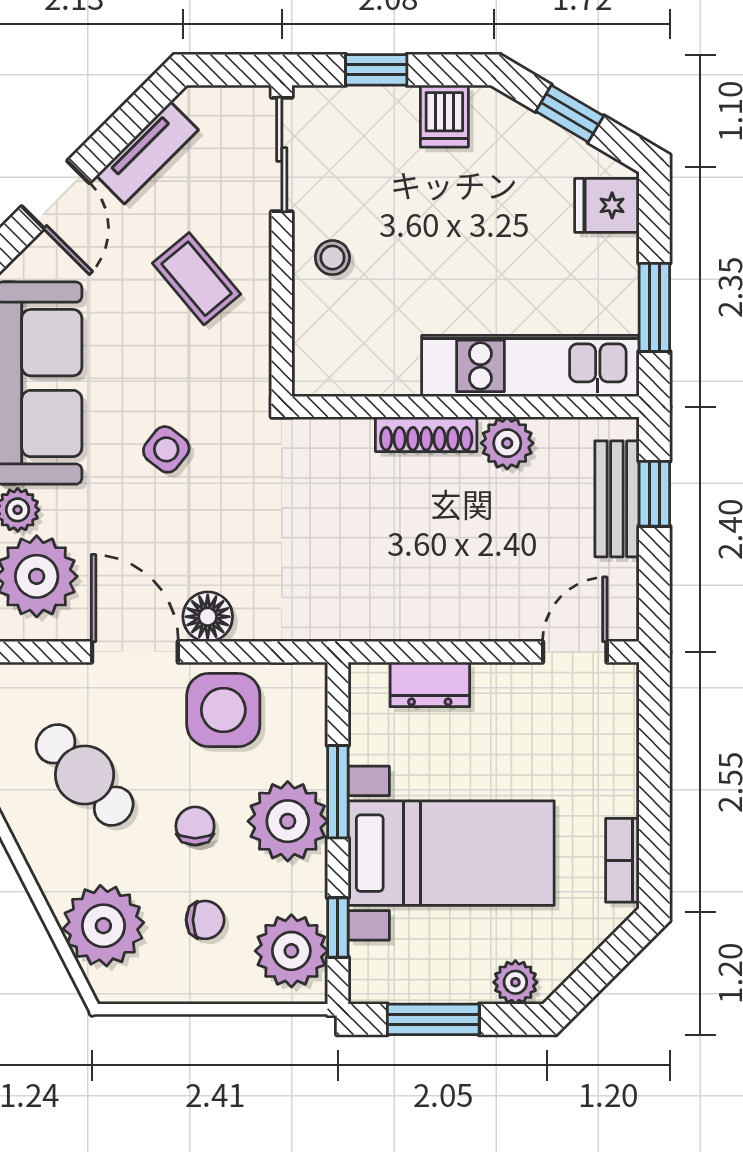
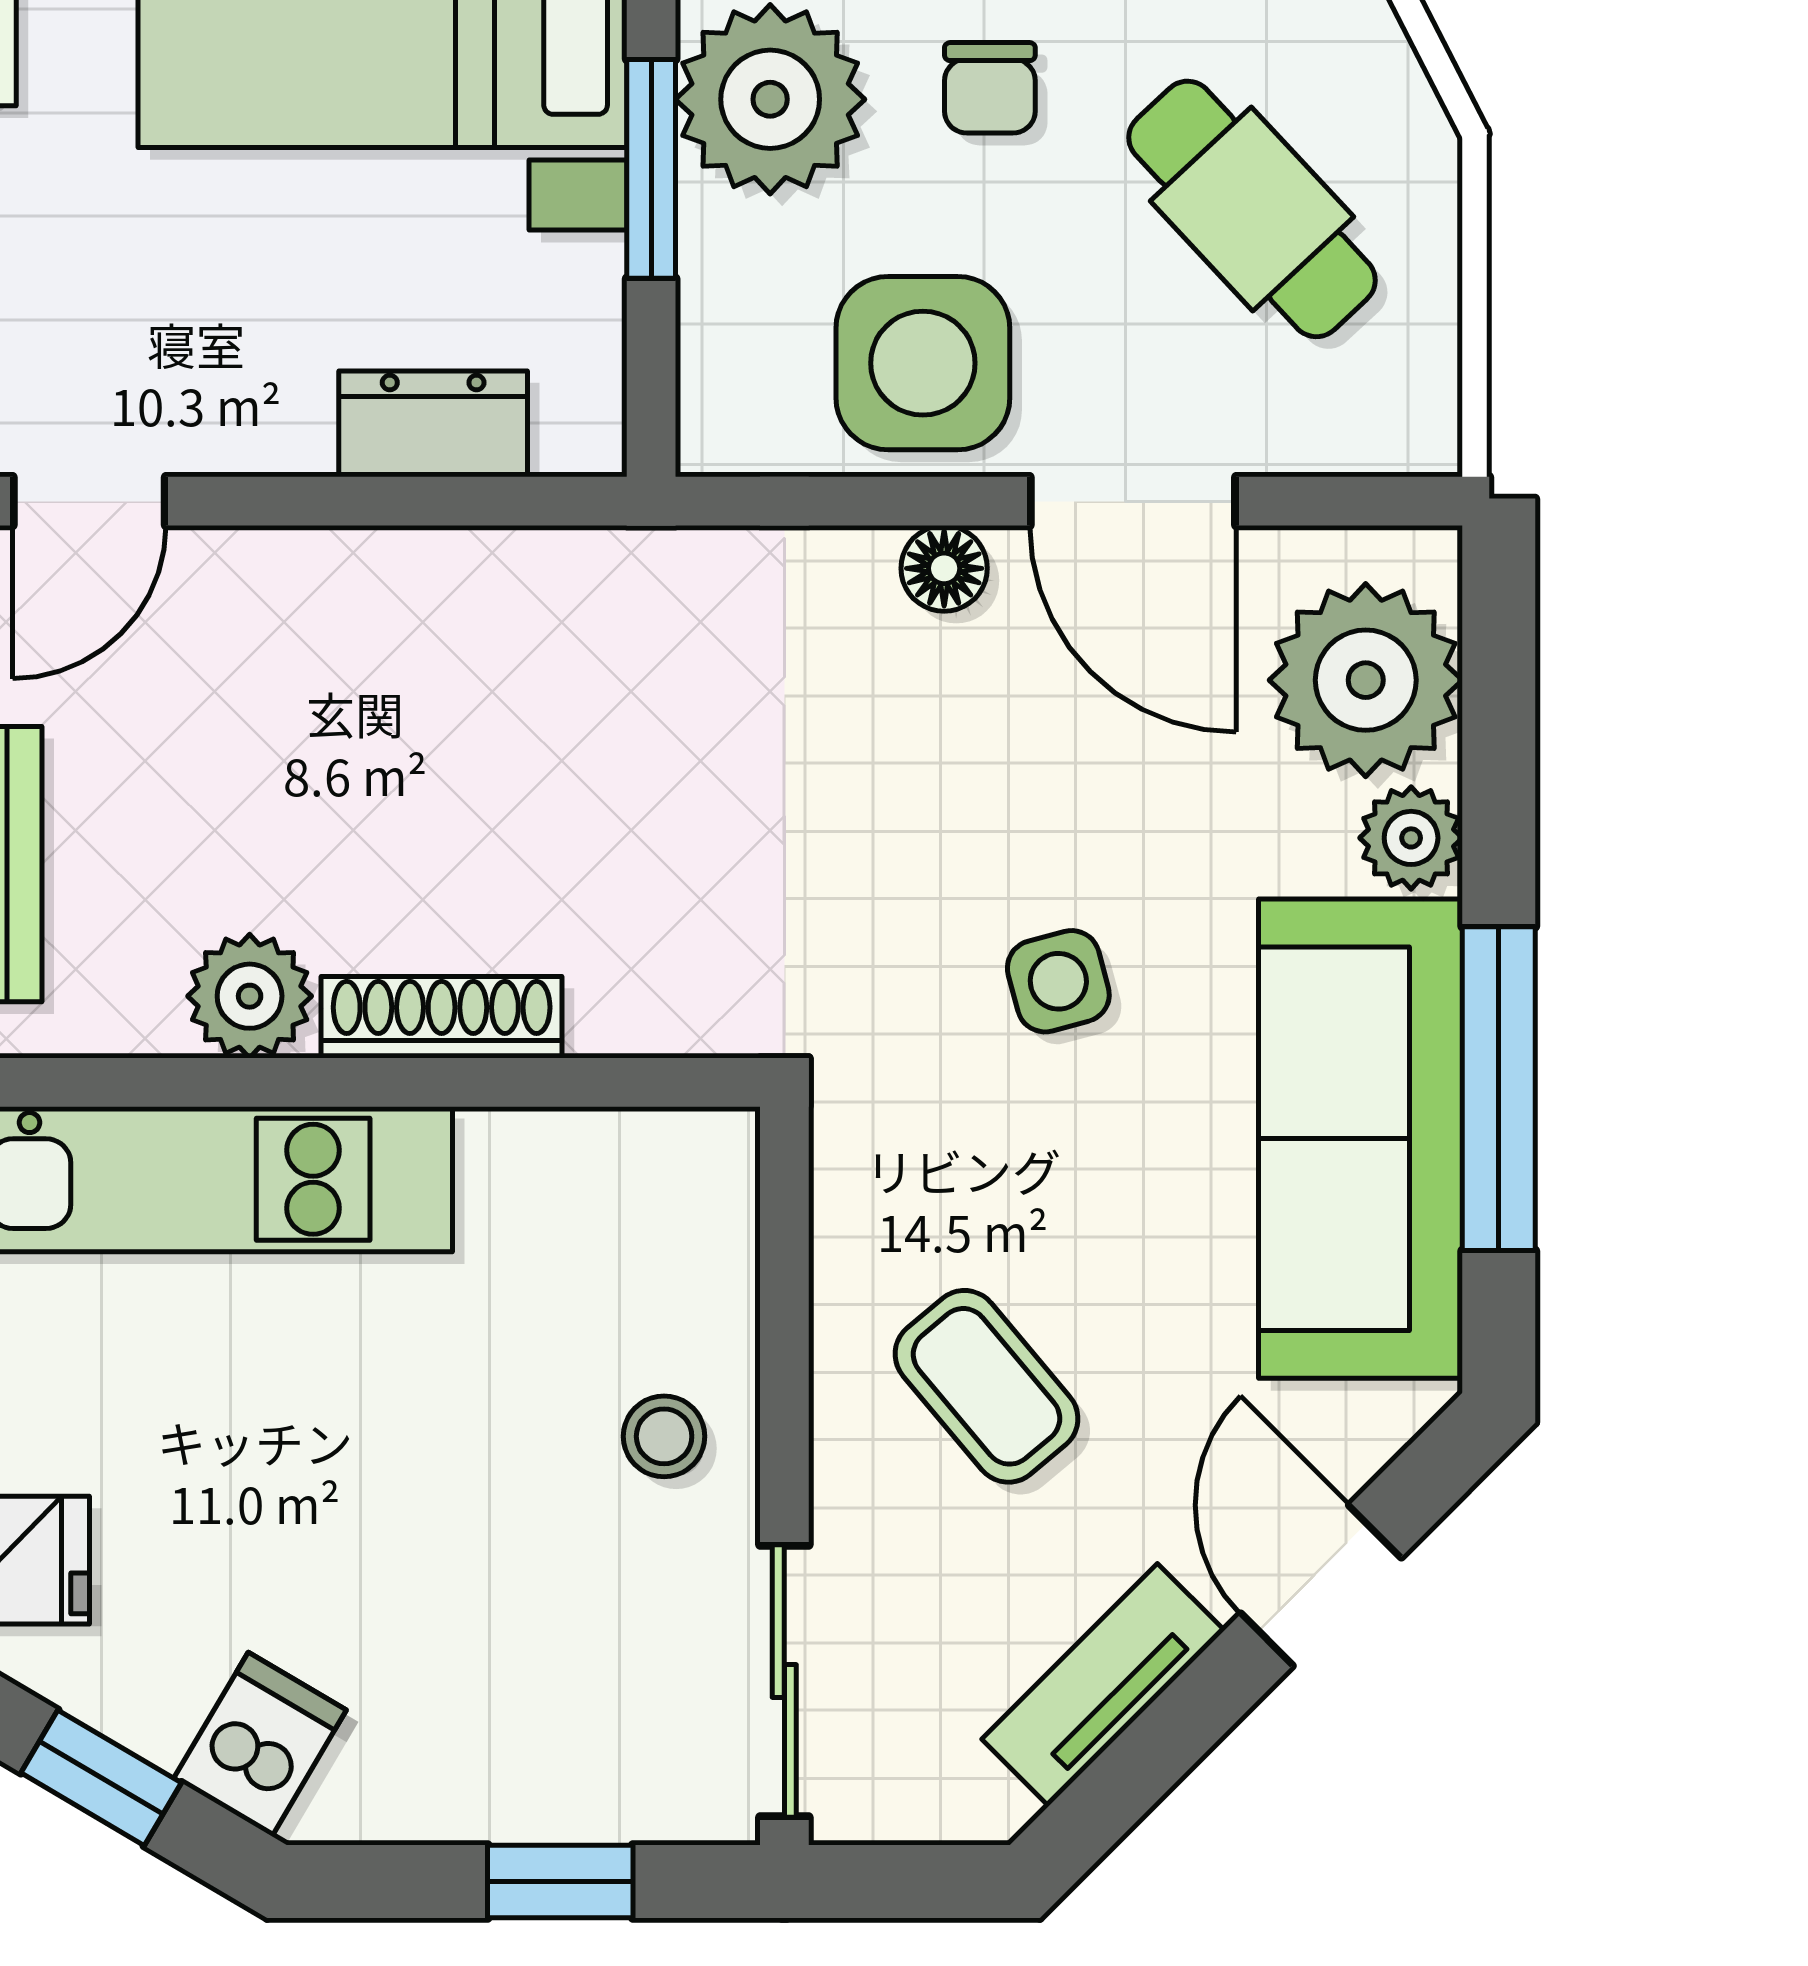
dishwasher: (444, 116) -> (260, 1744), moved, turned 31
side table: (166, 449) -> (1058, 981), turned 37
floor lamp: (208, 617) -> (944, 568), width x0.73, depth x0.73

